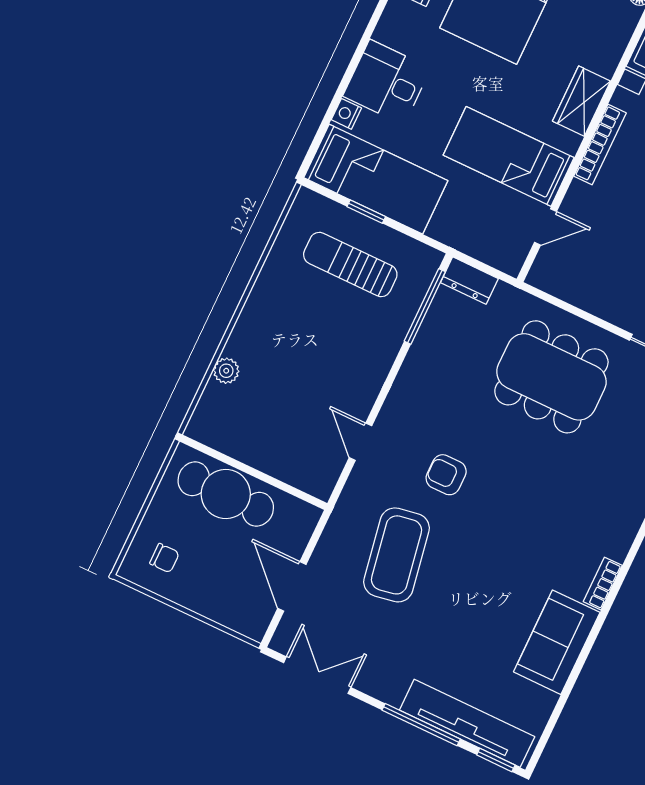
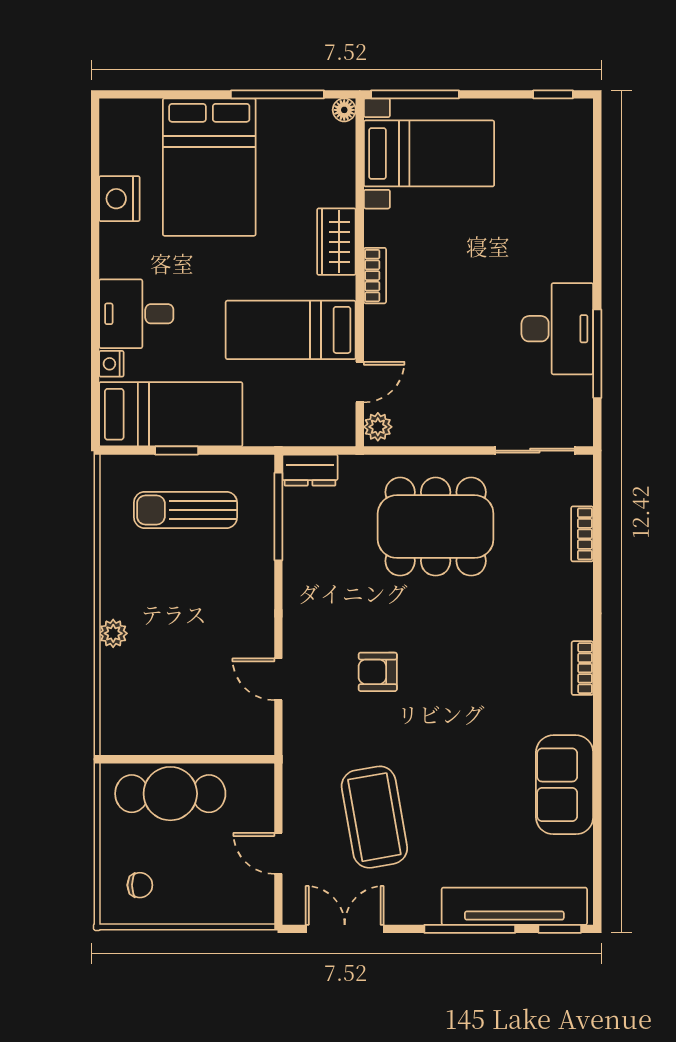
bookcase: (600, 144) -> (375, 276), width x0.64
plant: (543, 271) -> (378, 427), added
plant: (226, 371) -> (113, 633), moved
coffee table: (397, 555) -> (374, 817), moved
bookcase: (603, 584) -> (582, 668), moved
door: (292, 586) -> (278, 853), width x0.73

